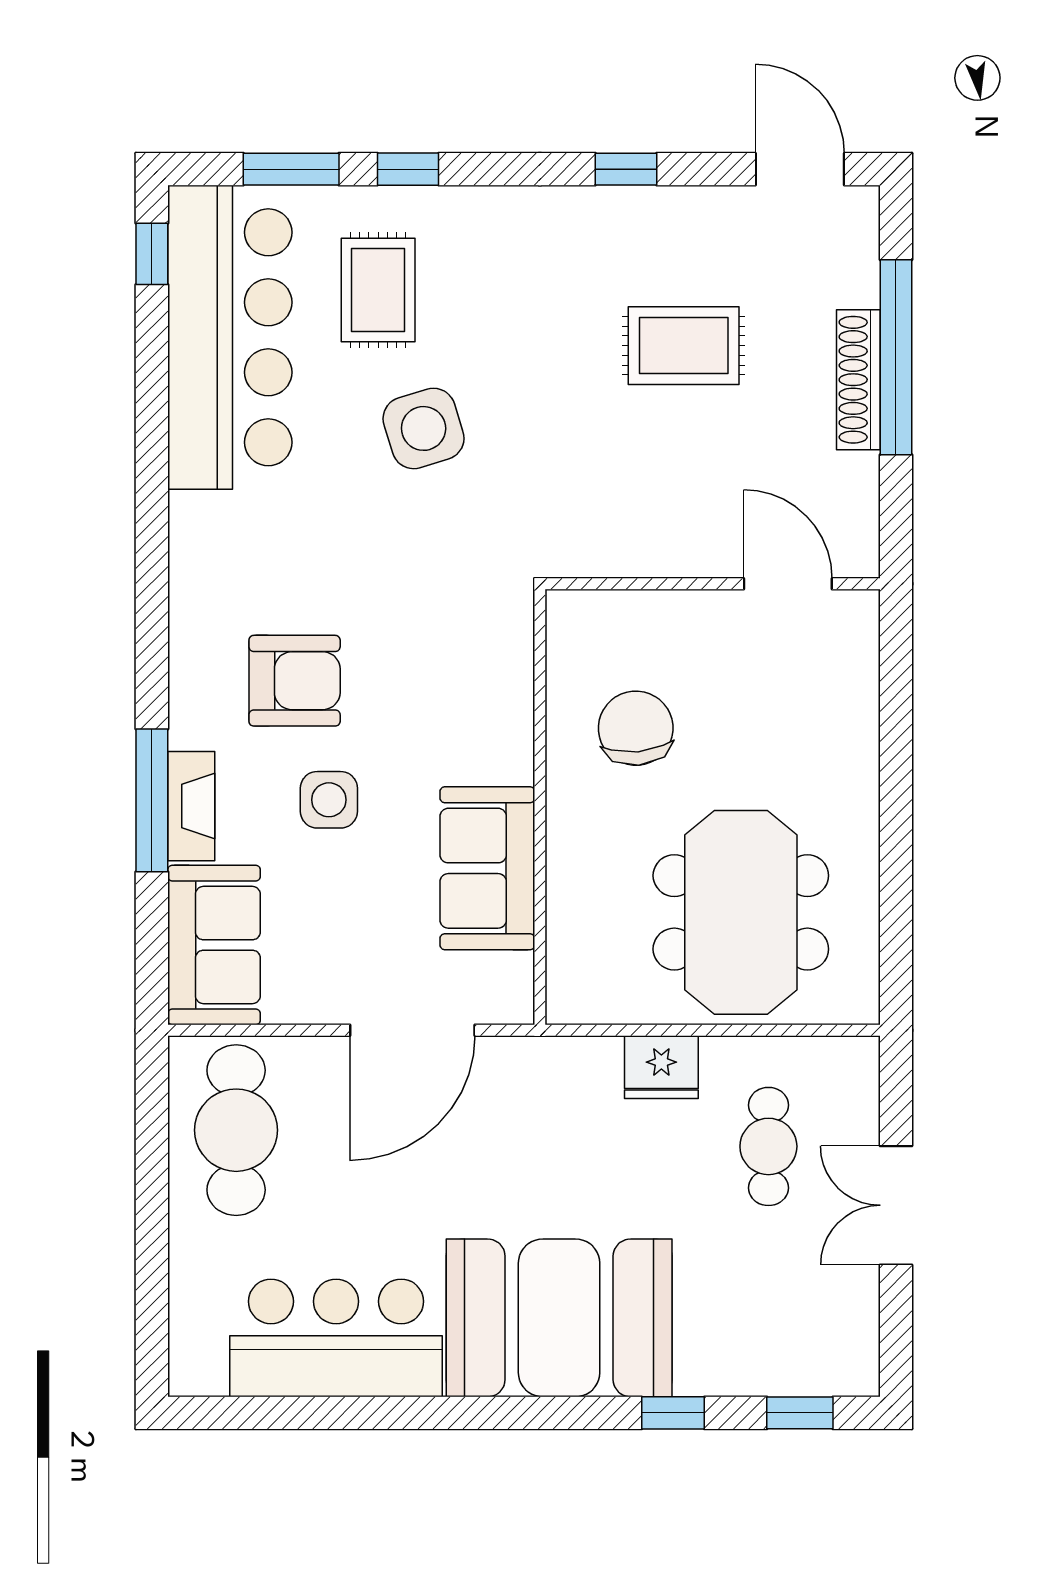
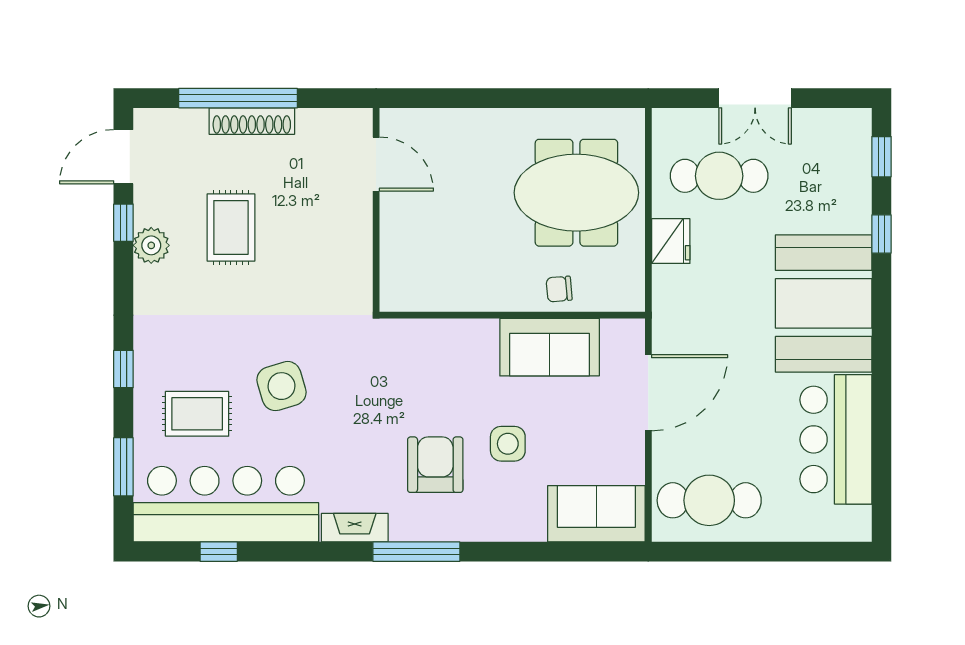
window: (408, 169) -> (123, 369), moved
window: (626, 169) -> (123, 223), moved
plant: (654, 215) -> (151, 245), added
window: (152, 254) -> (219, 552), moved
door: (788, 584) -> (376, 164), swing flipped
chair: (636, 728) -> (559, 289), moved, width x0.54, depth x0.54
window: (152, 800) -> (416, 552), moved
fireplace: (191, 806) -> (355, 528), moved
door: (412, 1030) -> (648, 393), hinge flipped
cafe table: (768, 1146) -> (719, 176), width x1.37, depth x1.35

